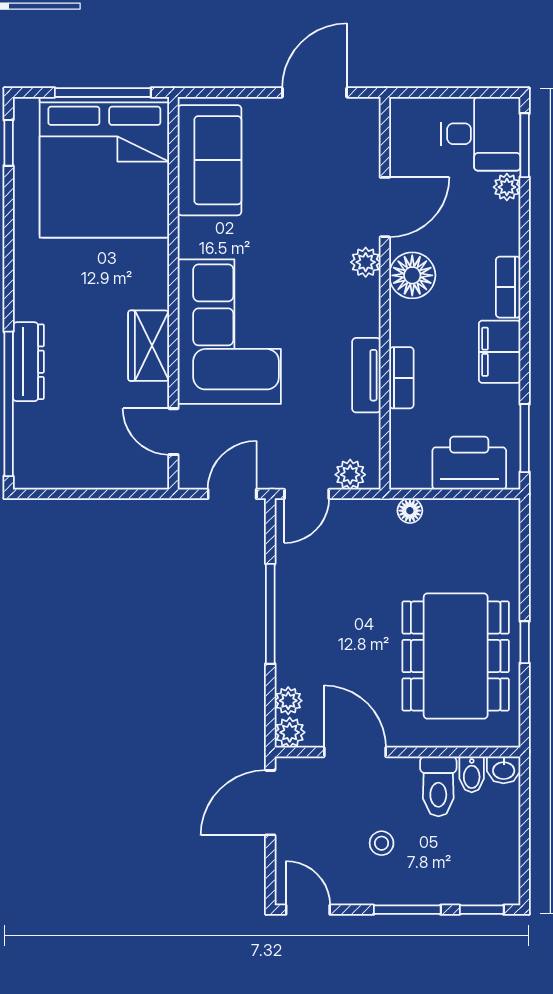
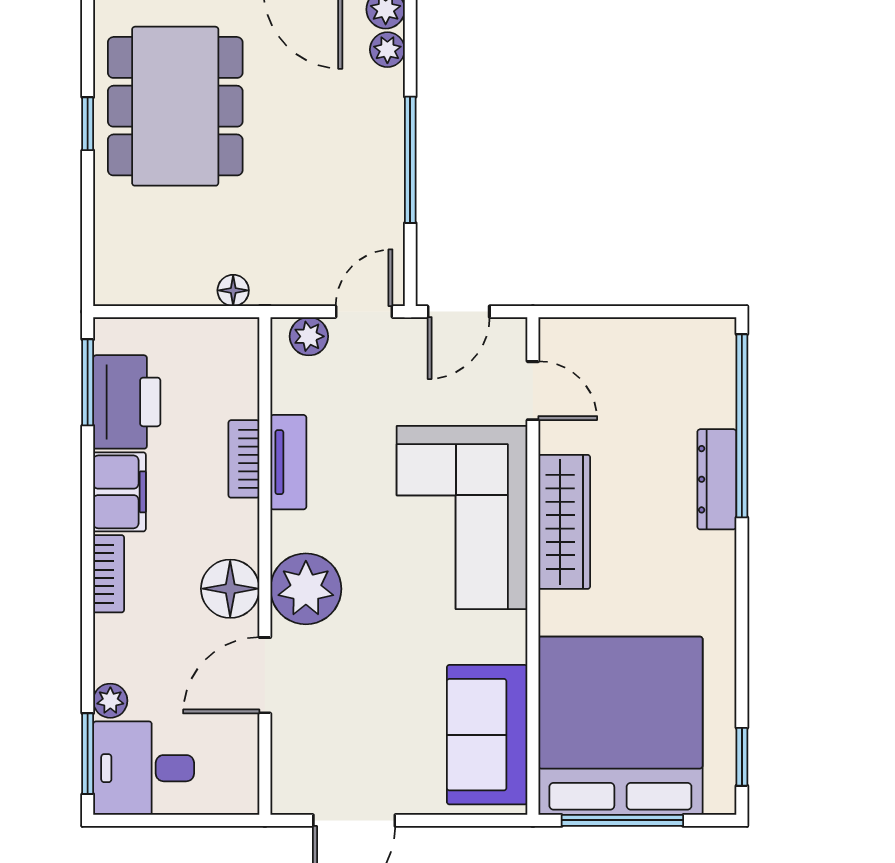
plant: (366, 262) -> (306, 589), width x1.87, depth x1.87
wardrobe: (149, 346) -> (564, 522), width x1.50
printer: (469, 463) -> (127, 402), moved, turned -90

